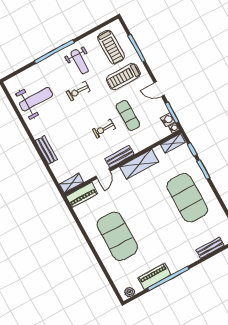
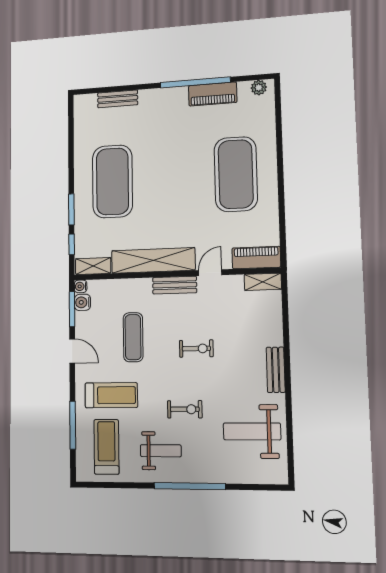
weight bench: (80, 62) -> (161, 451), turned 90
exercise bike: (104, 129) -> (196, 349), moved
bench: (46, 150) -> (276, 370), moved
shelving: (139, 164) -> (153, 260), width x1.47

